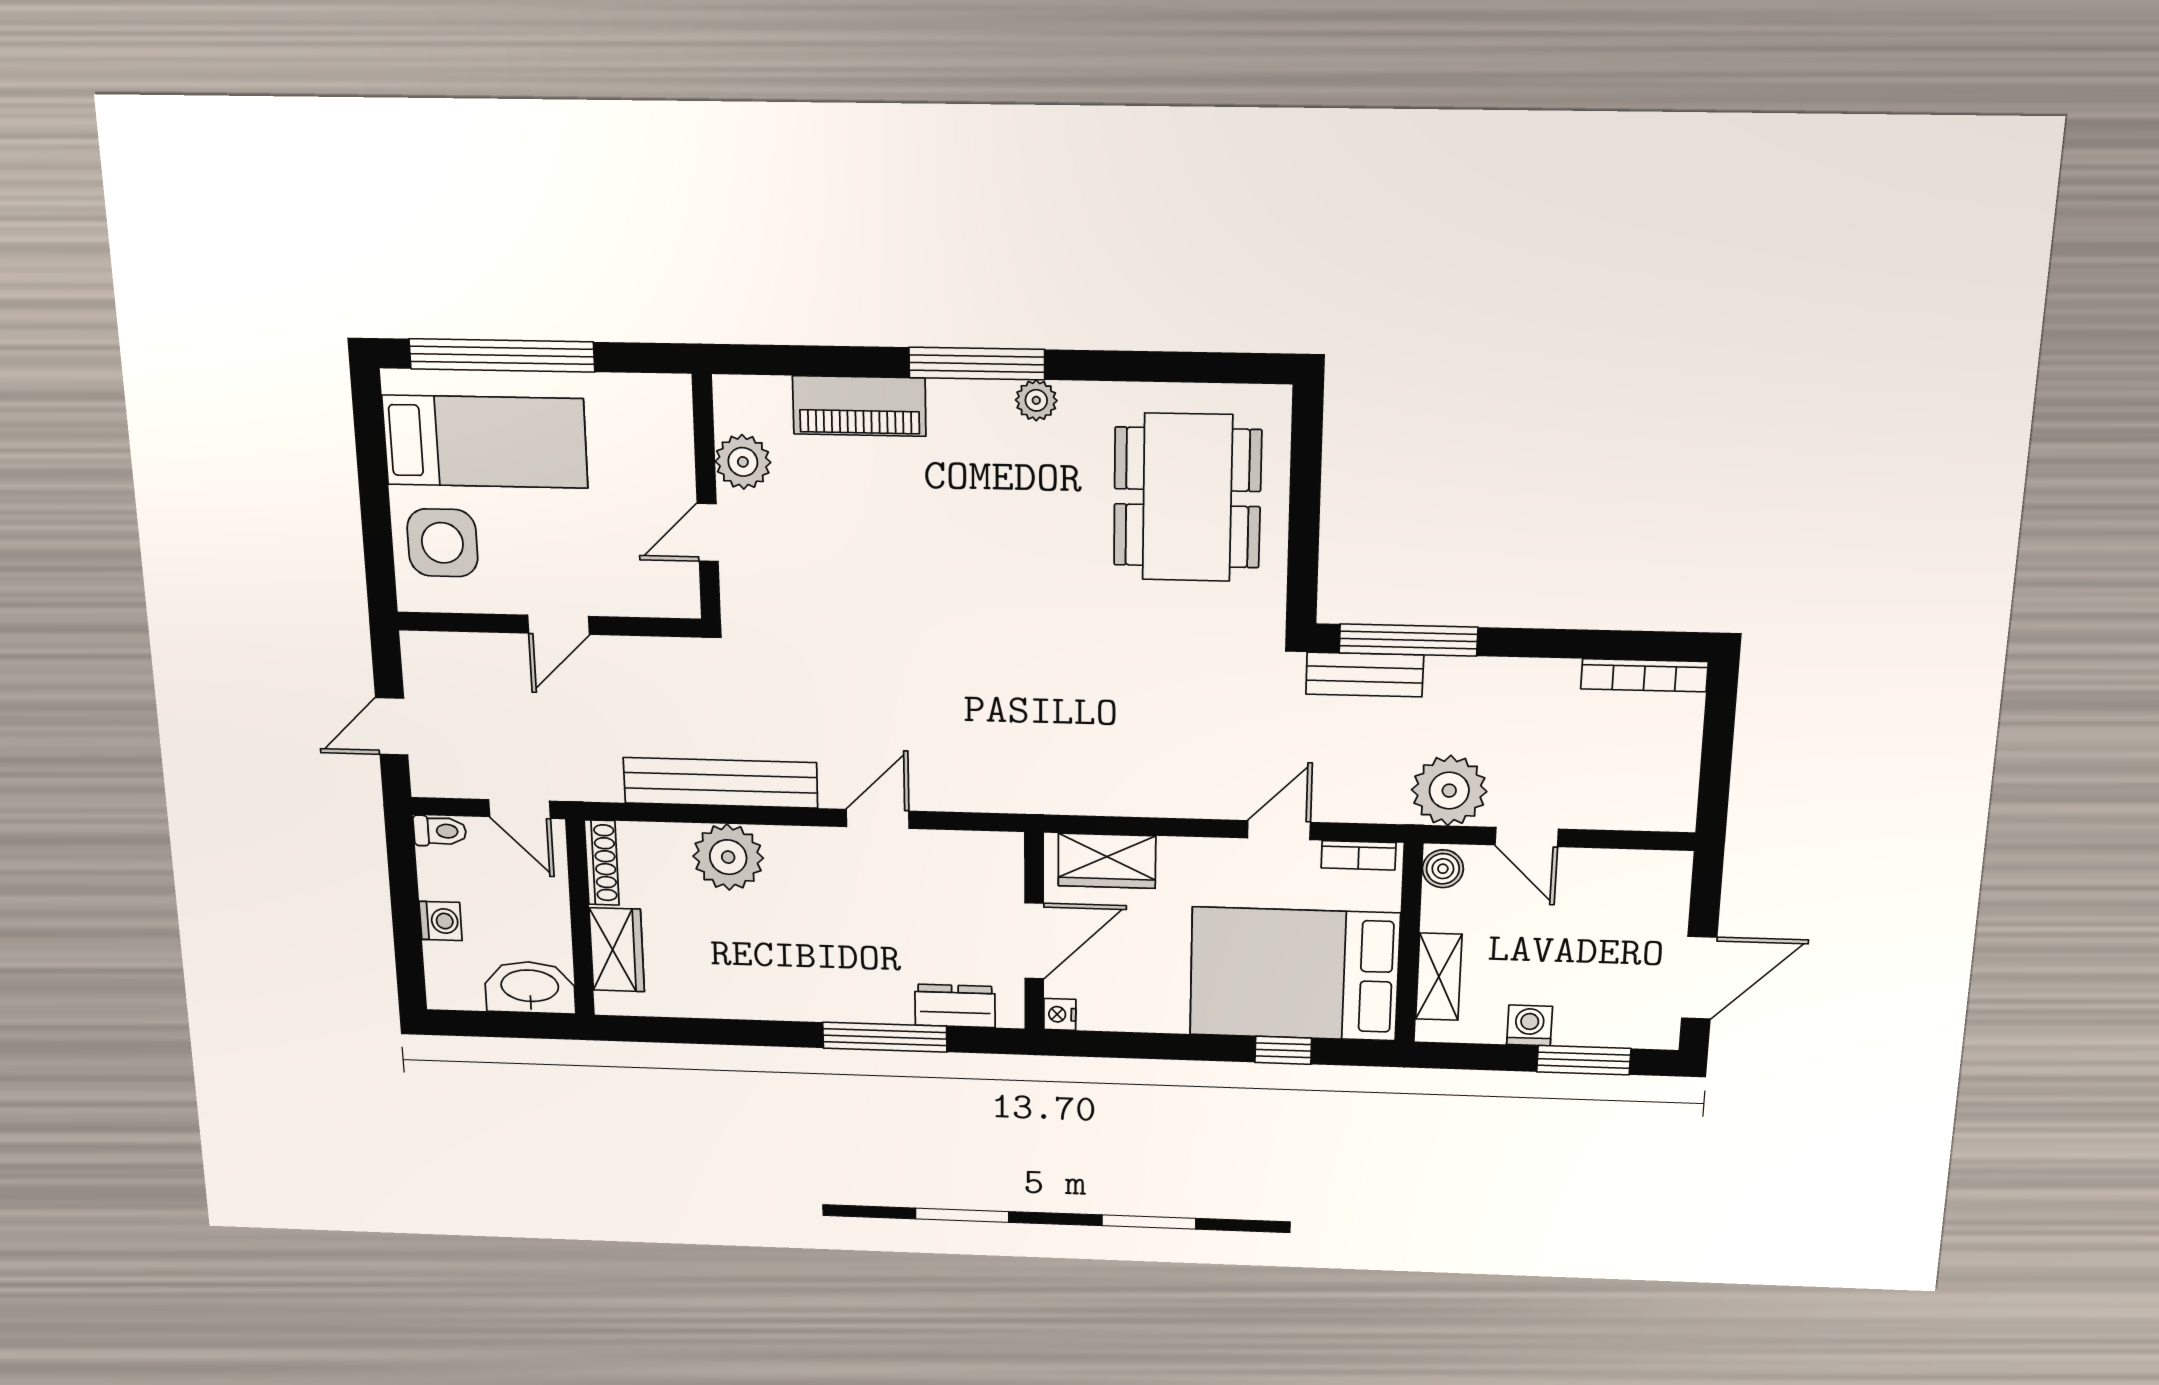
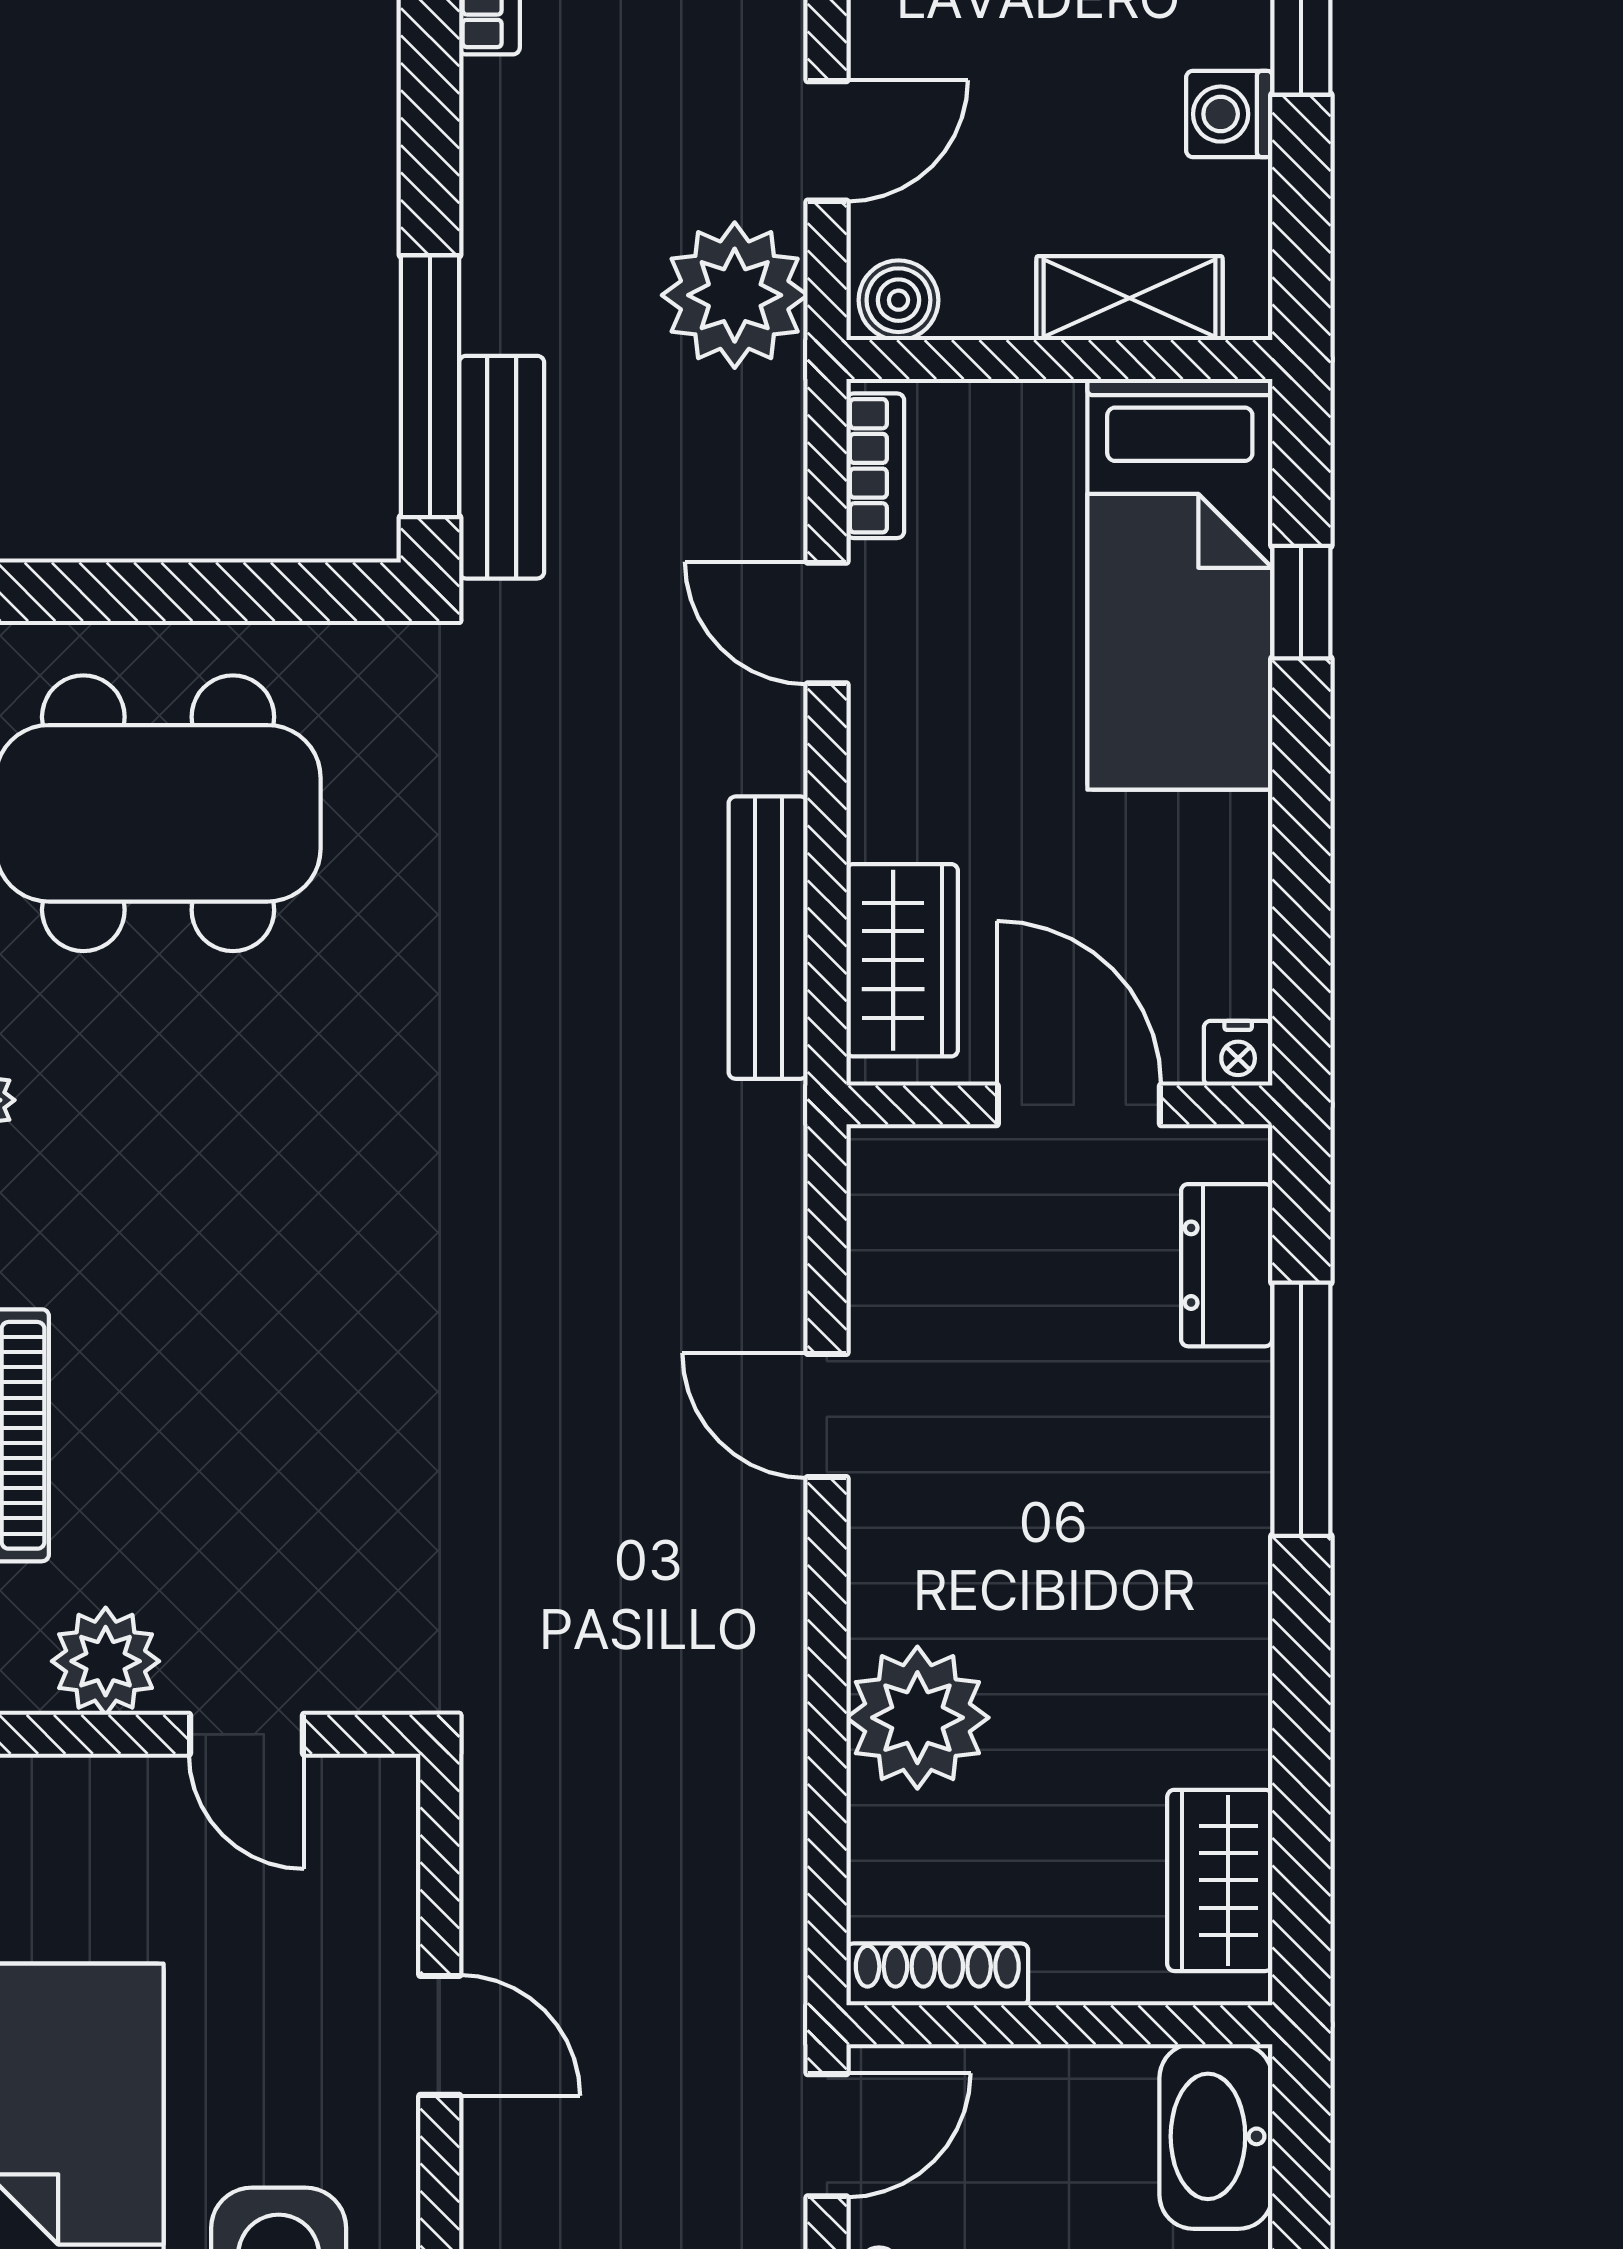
bench: (720, 783) -> (768, 938), moved, width x0.73, depth x0.82
wardrobe: (617, 950) -> (1220, 1880), moved, turned -90
bed: (1294, 974) -> (1180, 584), width x0.67

